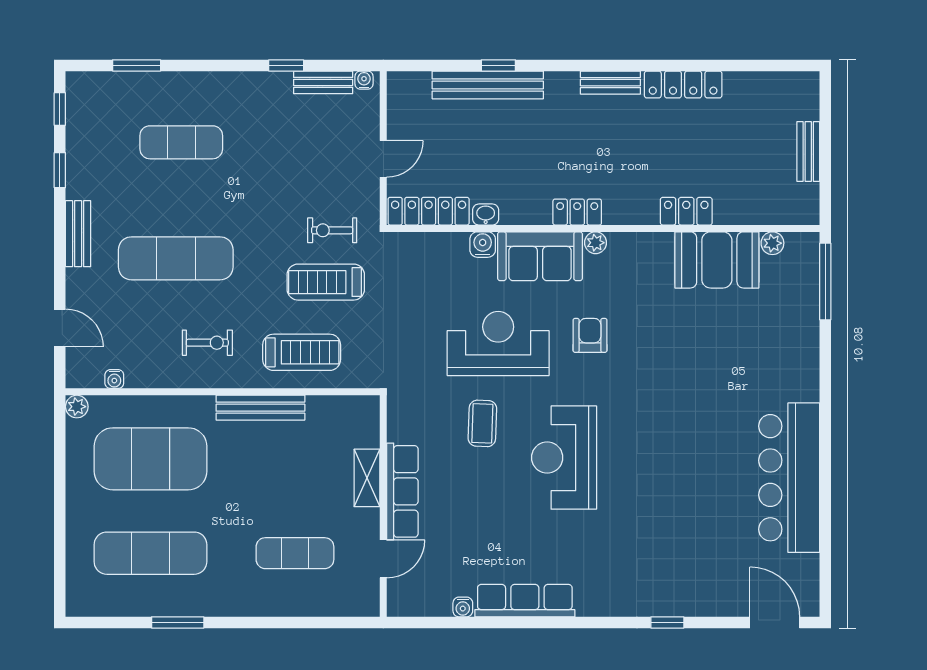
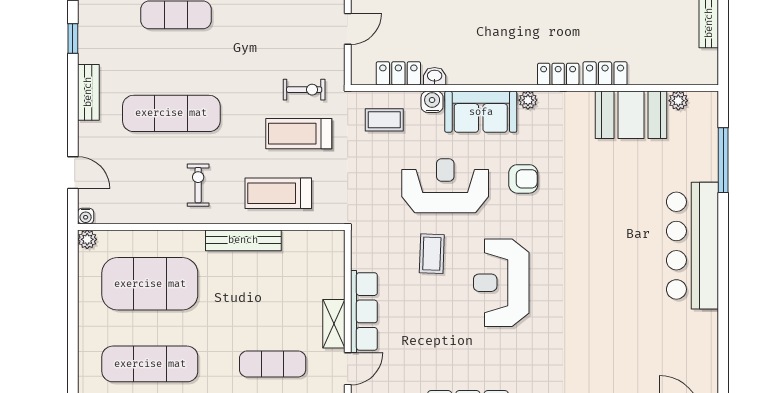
locker: (429, 211) -> (398, 73), width x0.66
locker: (577, 212) -> (558, 74), moved
exercise bike: (332, 230) -> (304, 90), turned 180
coffee table: (426, 266) -> (384, 120), added
window: (825, 281) -> (723, 160), moved
armchair: (590, 335) -> (523, 179), turned 90
exercise bike: (207, 343) -> (198, 185), turned -90
treadmill: (302, 352) -> (278, 193), turned 180
water cooler: (114, 379) -> (86, 216), moved
shelving: (367, 478) -> (334, 324), moved
bar counter: (789, 478) -> (692, 246), moved

